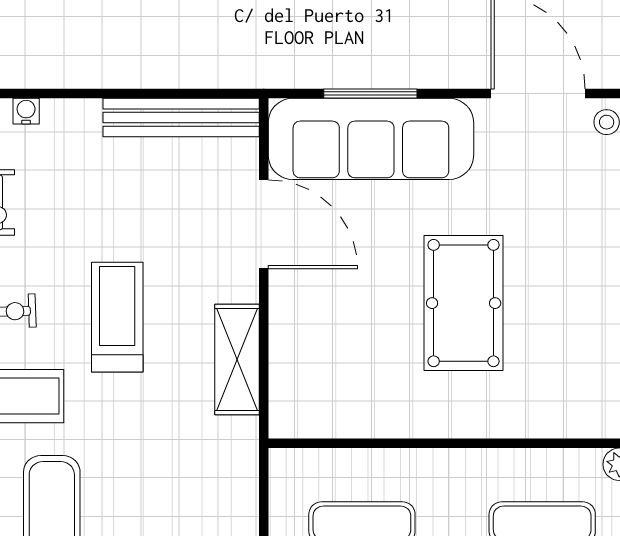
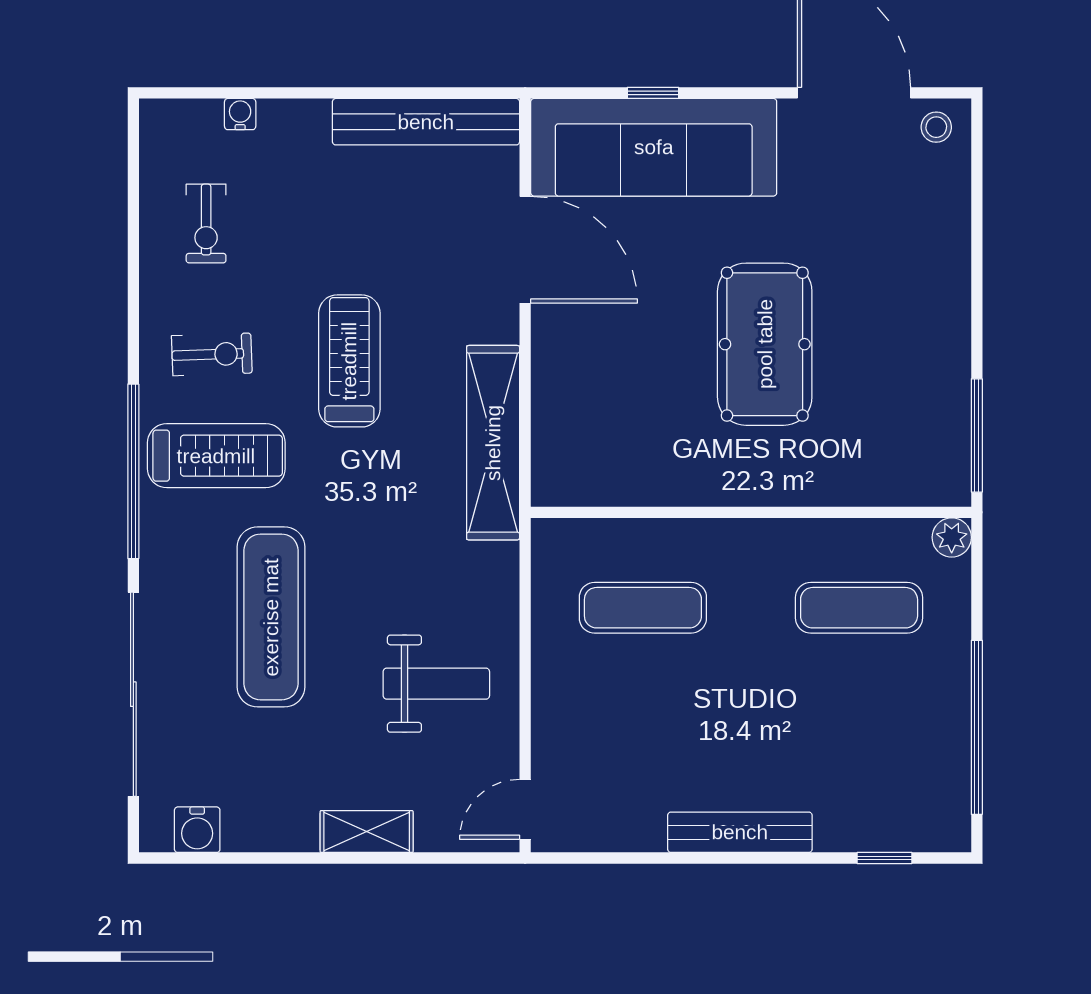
window: (370, 94) -> (653, 93), width x0.46
shelving: (237, 359) -> (493, 443), width x1.47

